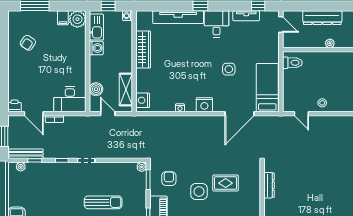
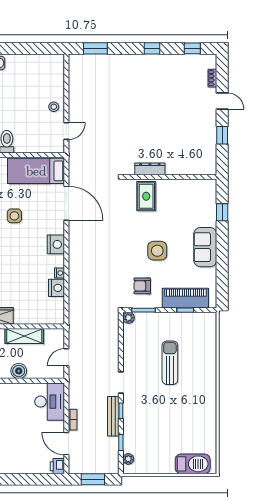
boiler: (96, 89) -> (19, 371), moved
shelving: (126, 90) -> (24, 336), moved
nightstand: (143, 100) -> (57, 288), moved, turned -90
door: (34, 114) -> (66, 444), swing flipped
bench: (26, 154) -> (113, 416), moved
rug: (226, 183) -> (146, 196), moved

